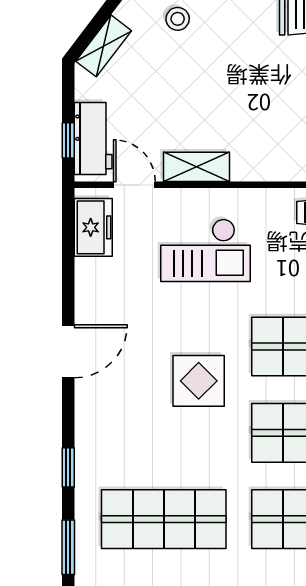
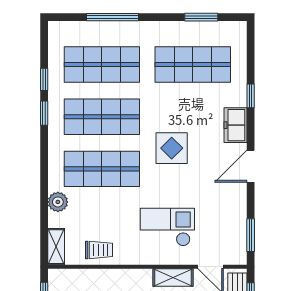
freezer: (93, 227) -> (235, 125), moved
window: (68, 547) -> (251, 235), moved

